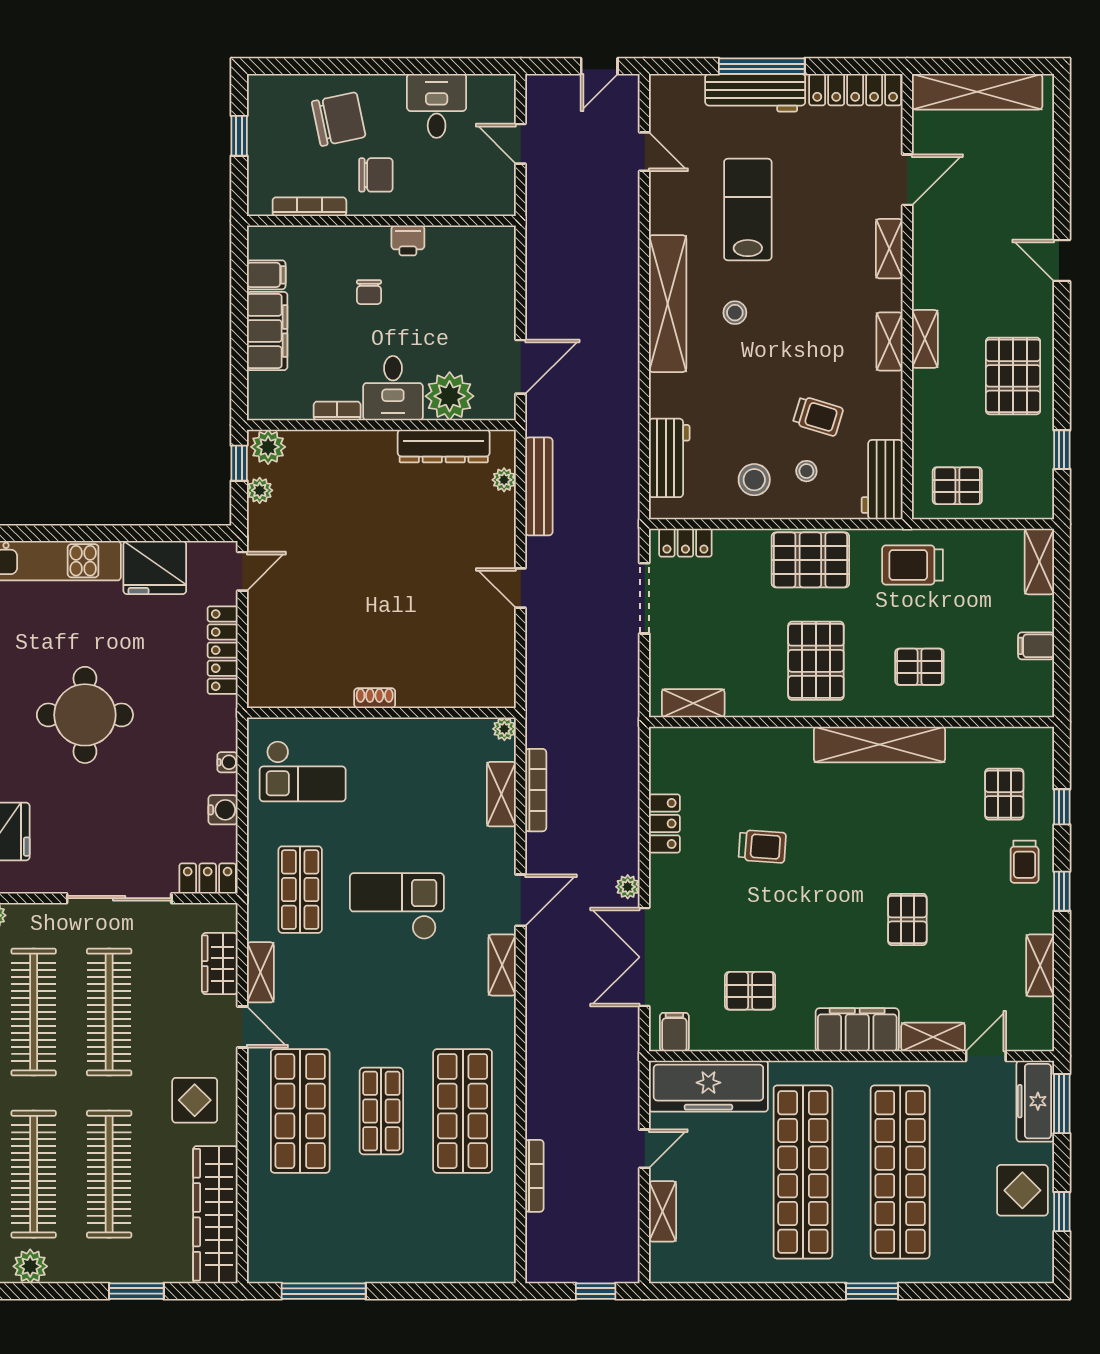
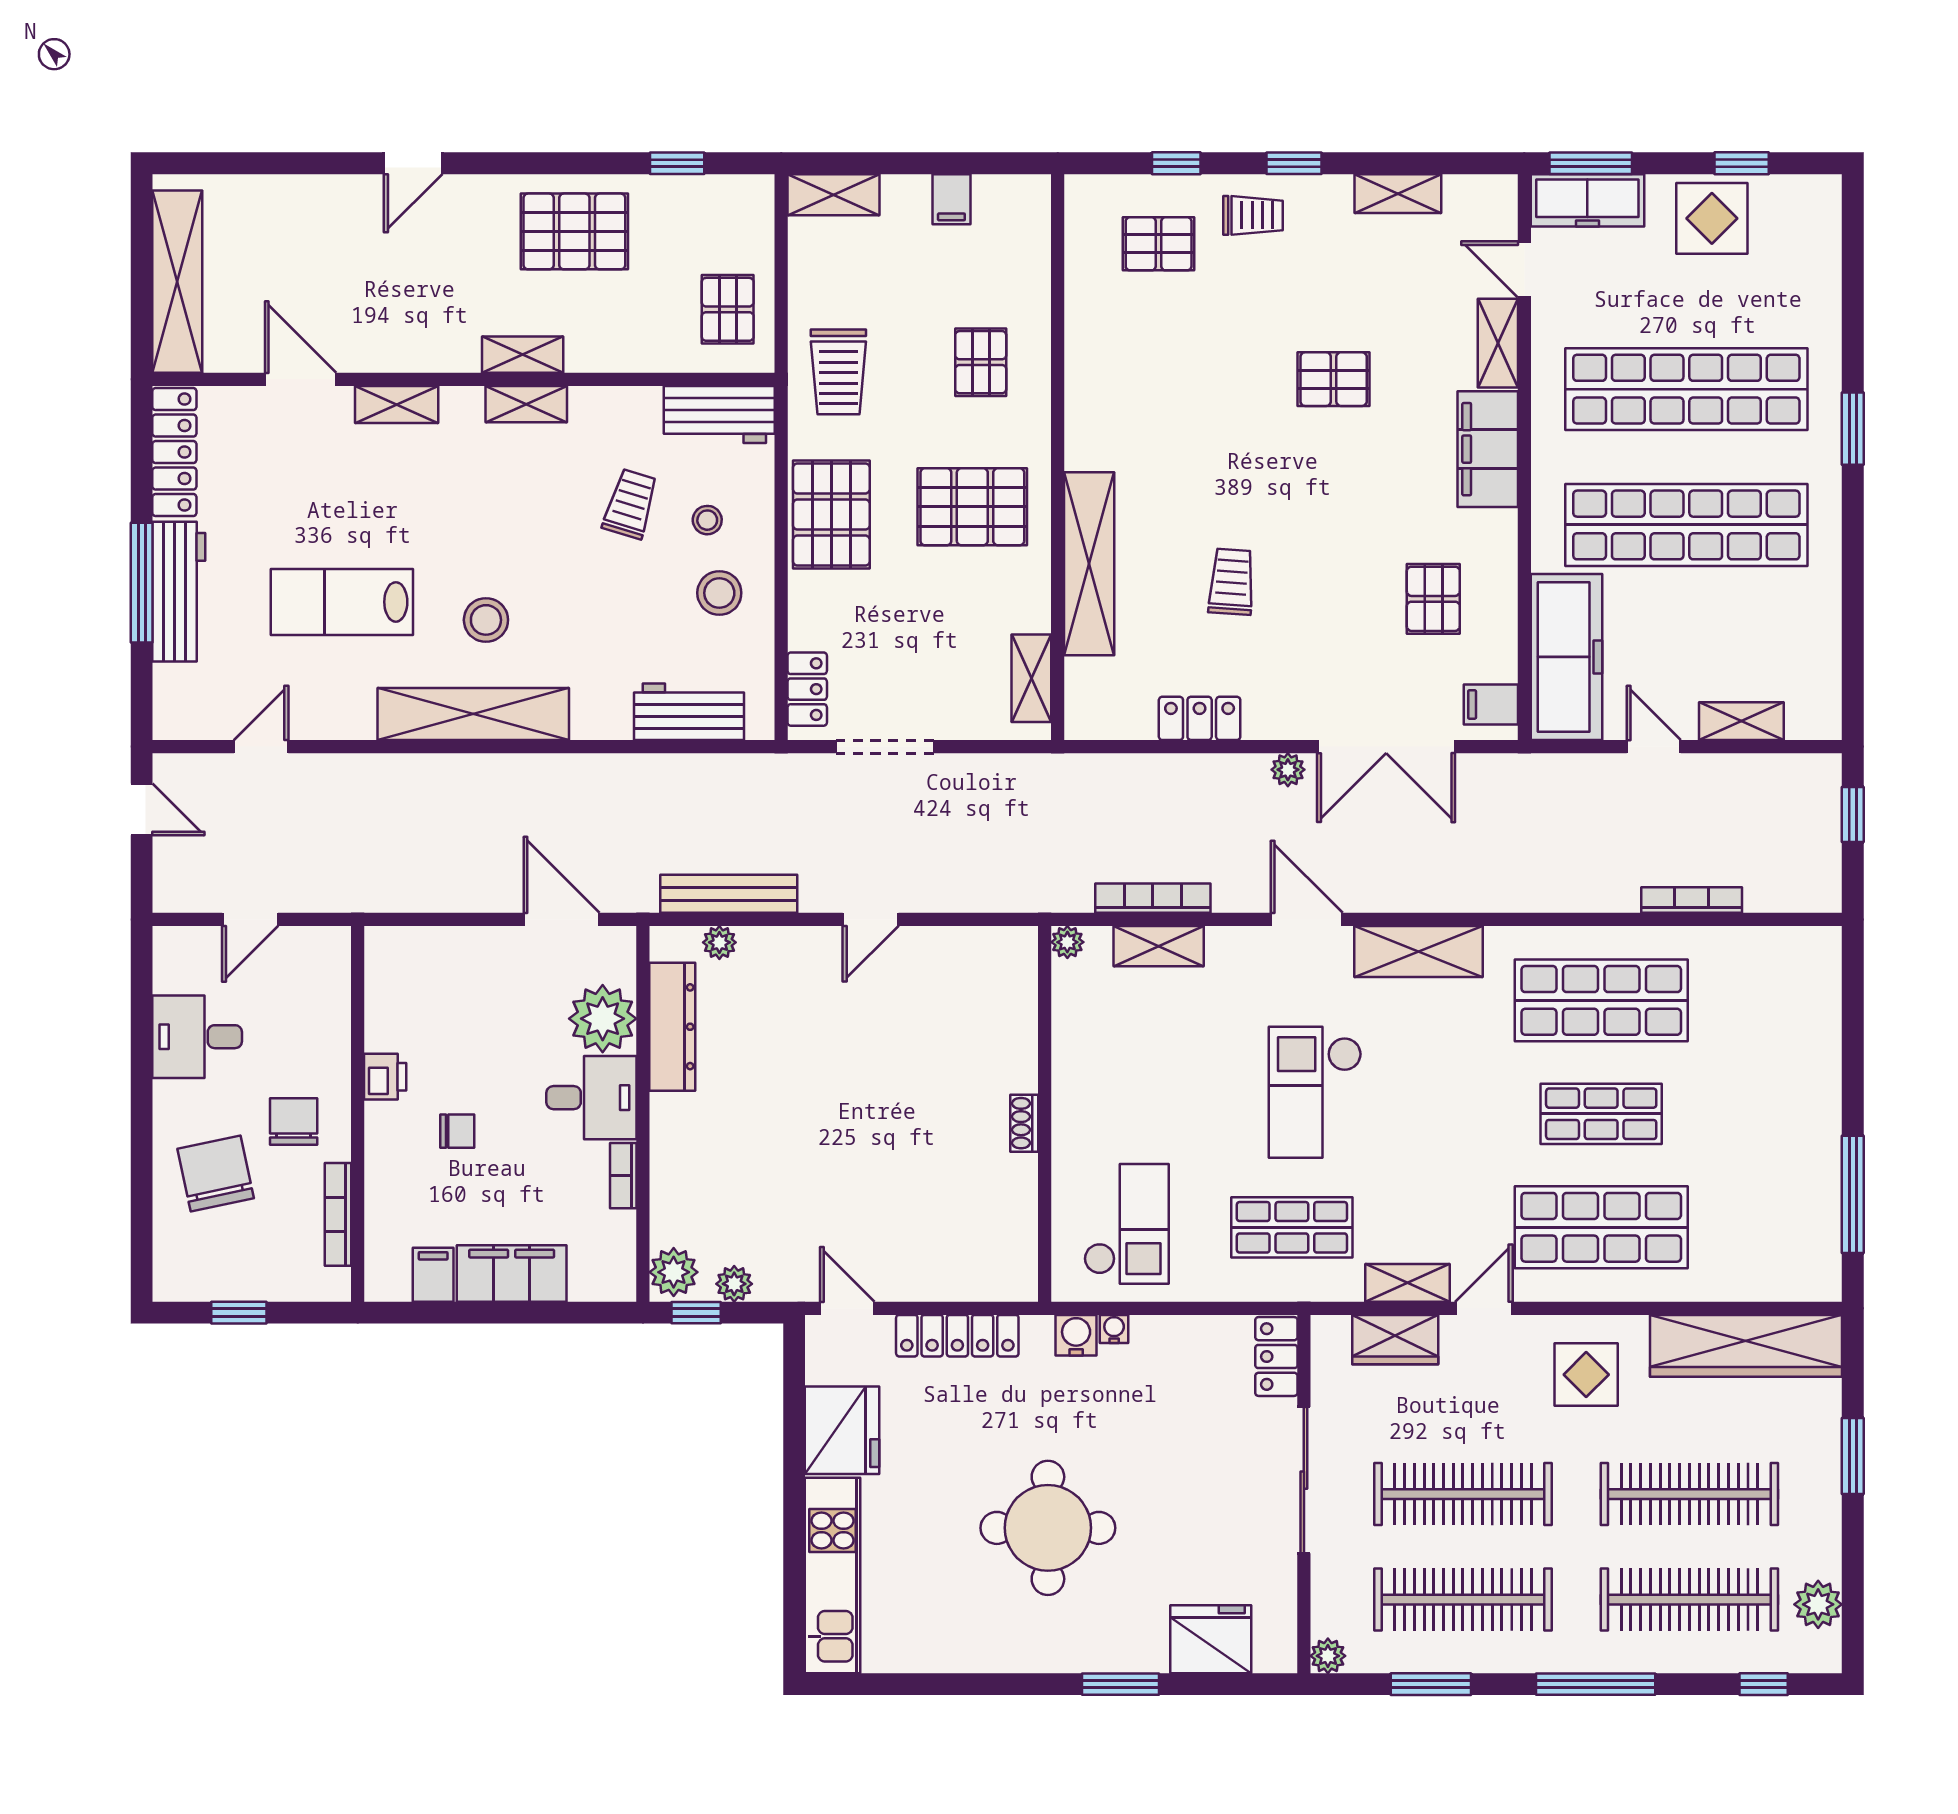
stool: (735, 313) -> (486, 620), width x1.37, depth x1.37
shelving: (879, 744) -> (1089, 564), moved
water cooler: (223, 810) -> (1076, 1335), moved
shelving: (502, 965) -> (1419, 952), width x1.50, depth x1.33

